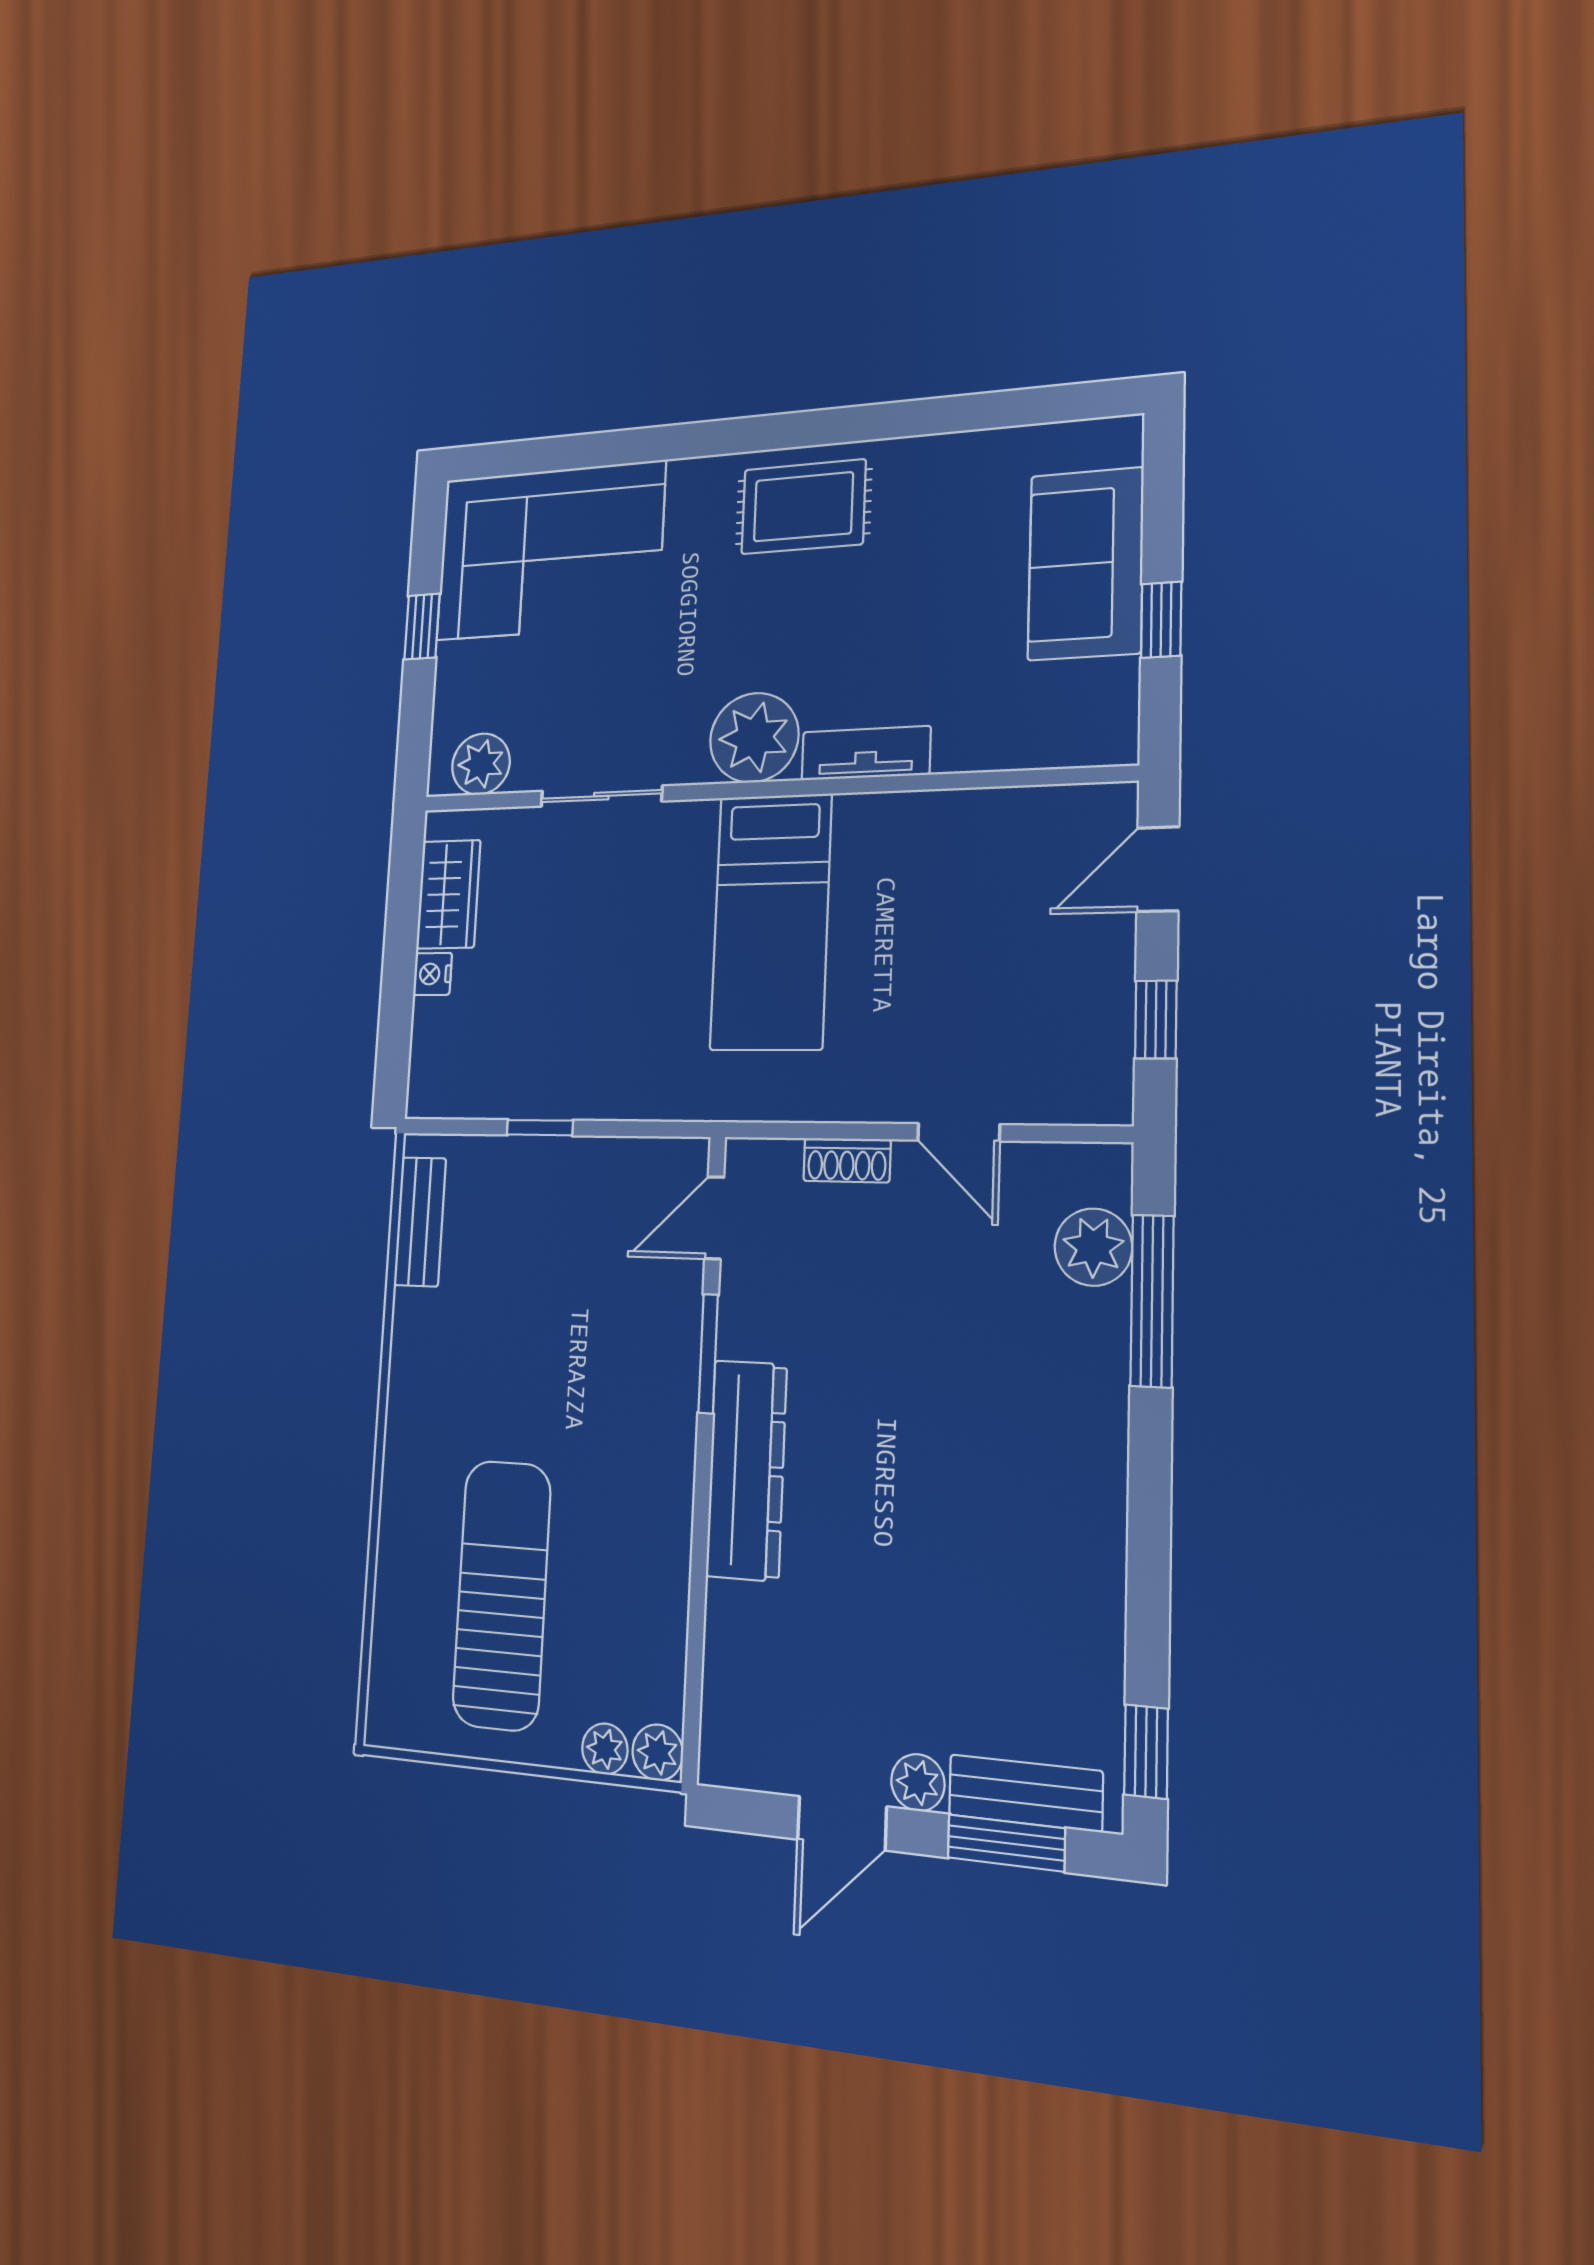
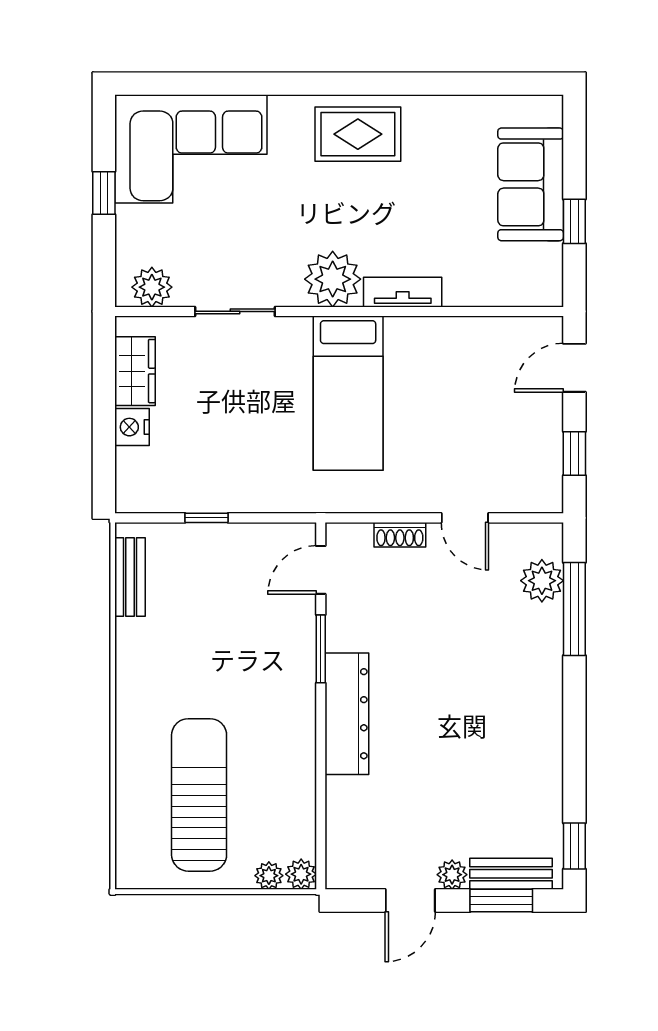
nightstand: (433, 974) -> (132, 427), width x1.39, depth x1.35

